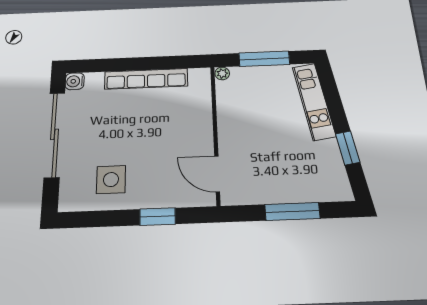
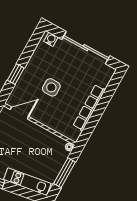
water cooler: (75, 81) -> (51, 39), moved
side table: (111, 180) -> (51, 87), moved

